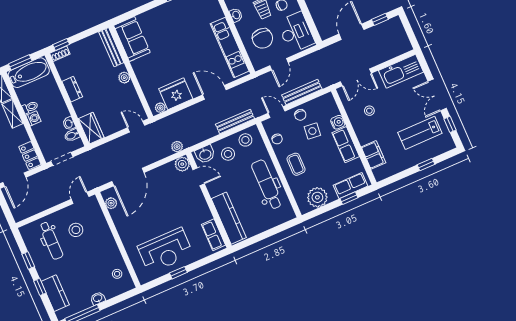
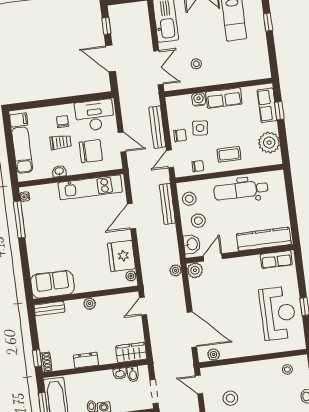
bench: (111, 47) -> (49, 308), width x0.73
filing cabinet: (373, 155) -> (243, 73), removed

